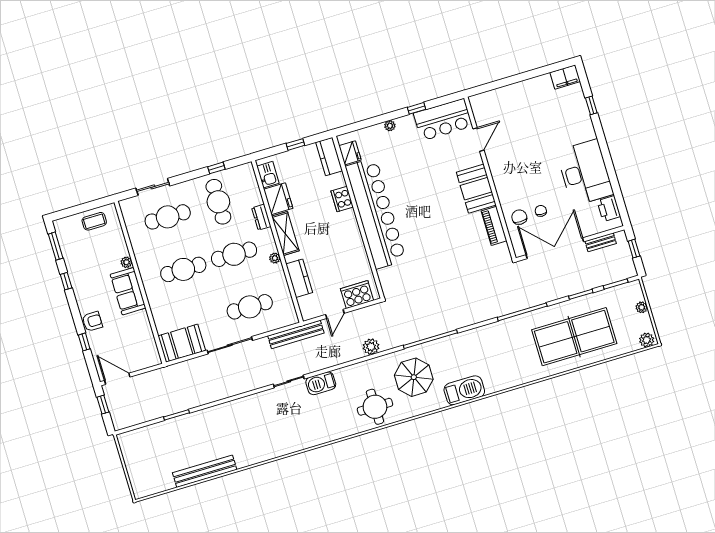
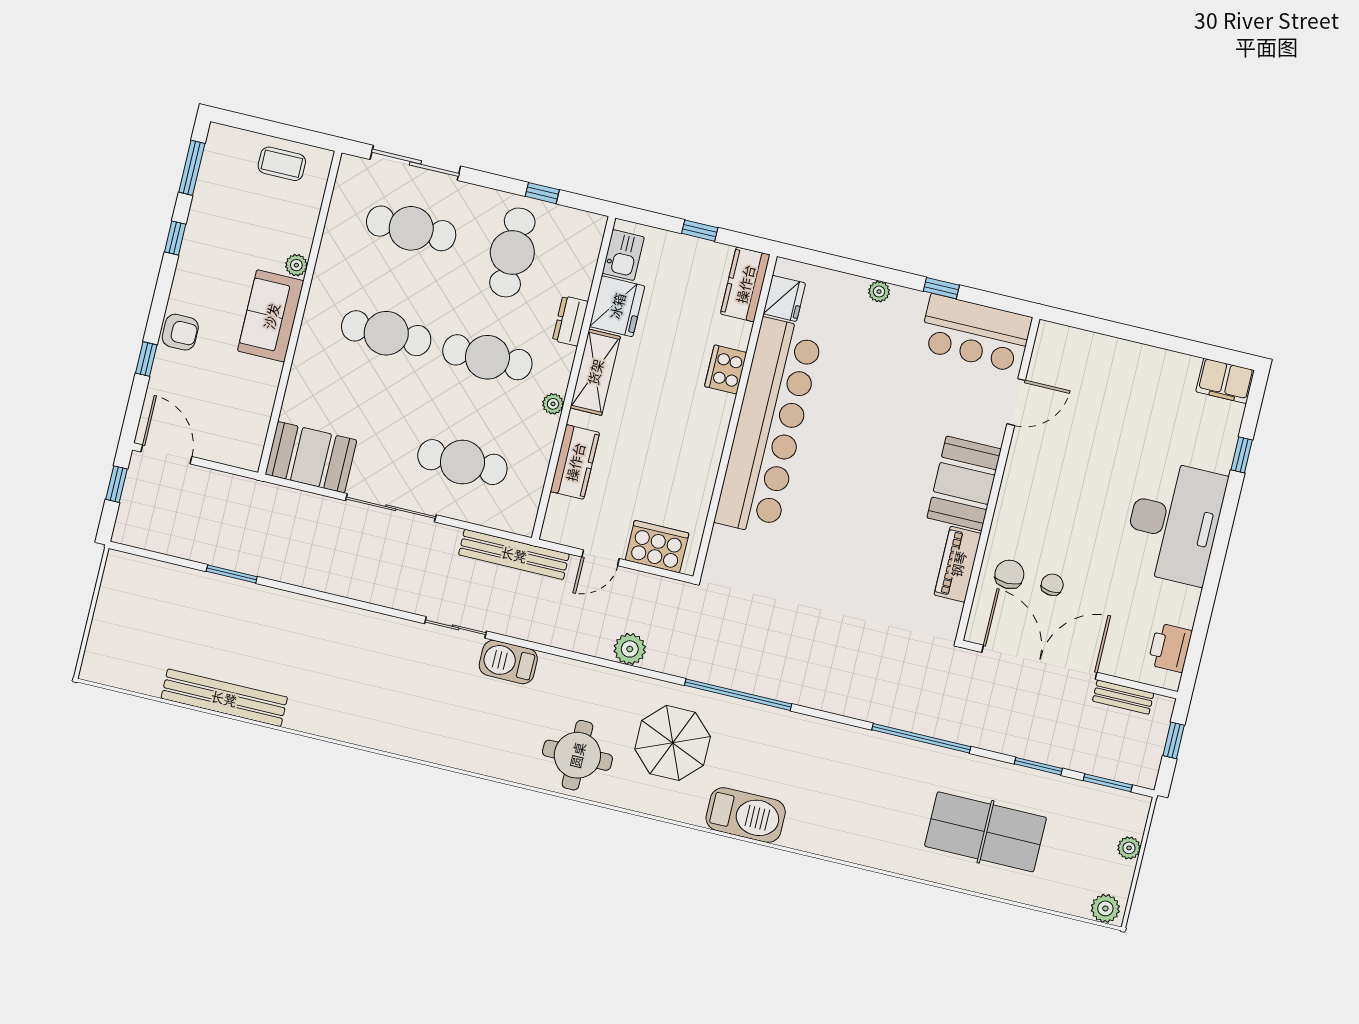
desk: (585, 173) -> (1174, 522), moved
sliding door: (153, 187) -> (415, 163), width x1.37
table tennis table: (574, 337) -> (986, 832), width x0.73, depth x0.76

